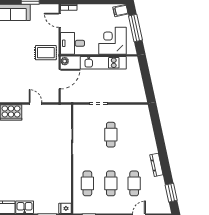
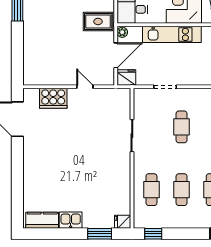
fridge: (68, 96) -> (126, 78), added

